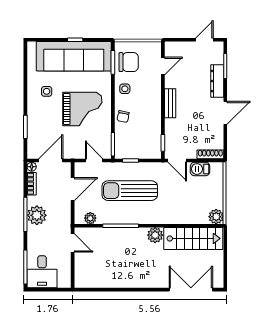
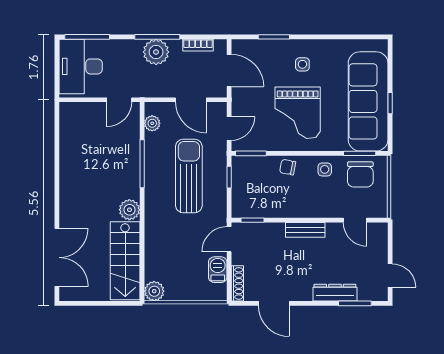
side table: (47, 91) -> (302, 64), moved
door: (225, 113) -> (274, 303), moved
floor lamp: (32, 167) -> (221, 45), removed
desk: (42, 272) -> (81, 66), width x1.37

